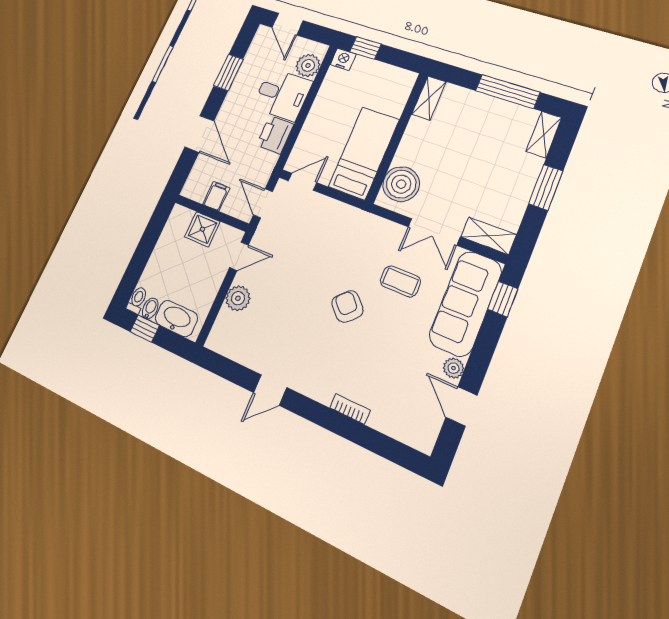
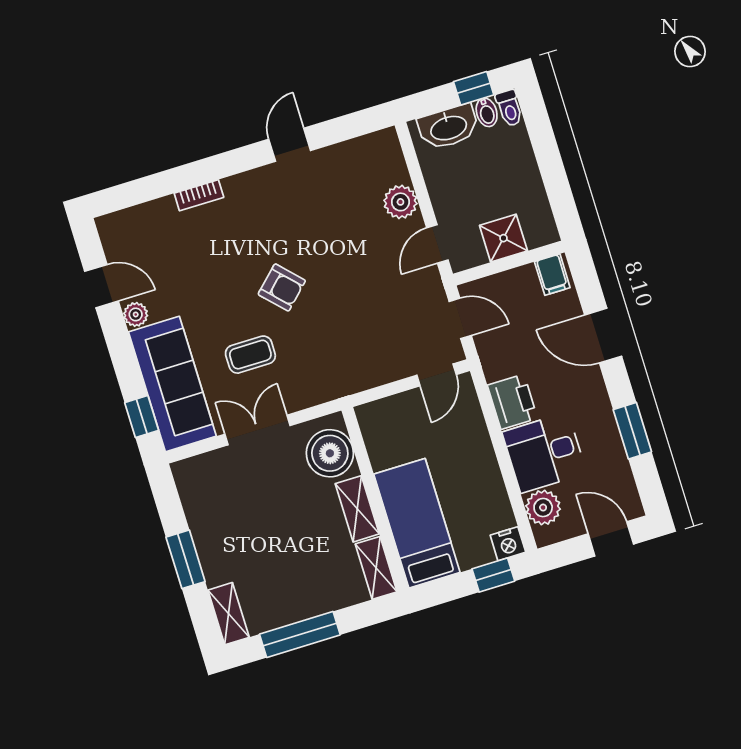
bed: (364, 153) -> (417, 523), moved, turned 180
filing cabinet: (216, 196) -> (552, 275), moved
shelving: (488, 236) -> (357, 509), moved, turned 90

